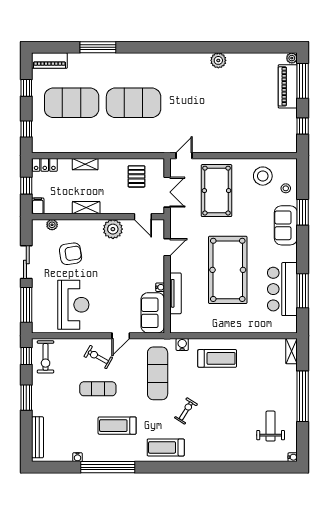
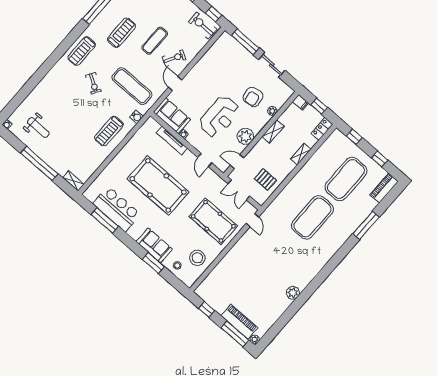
plant: (52, 225) -> (272, 111), moved
reception desk: (73, 305) -> (219, 117), moved, turned -90
treadmill: (166, 447) -> (82, 51), turned 180

